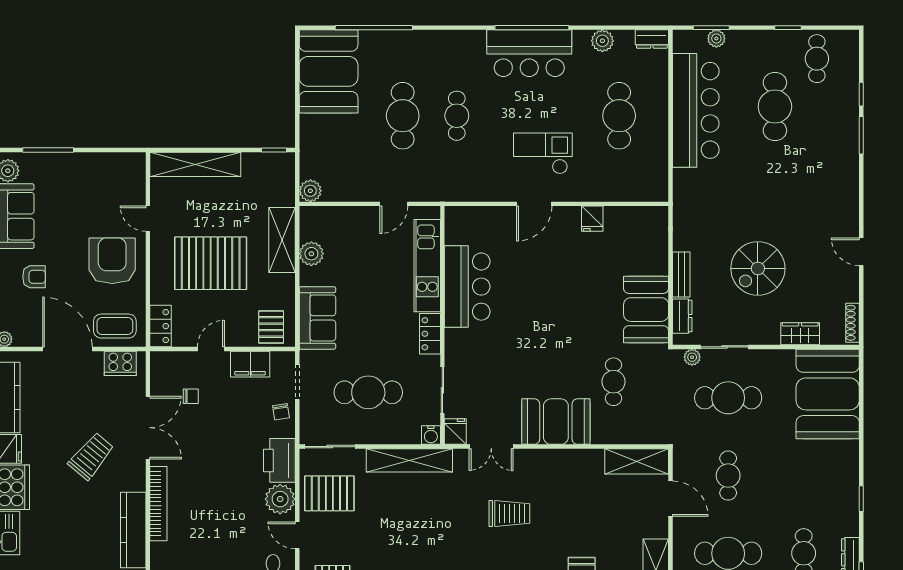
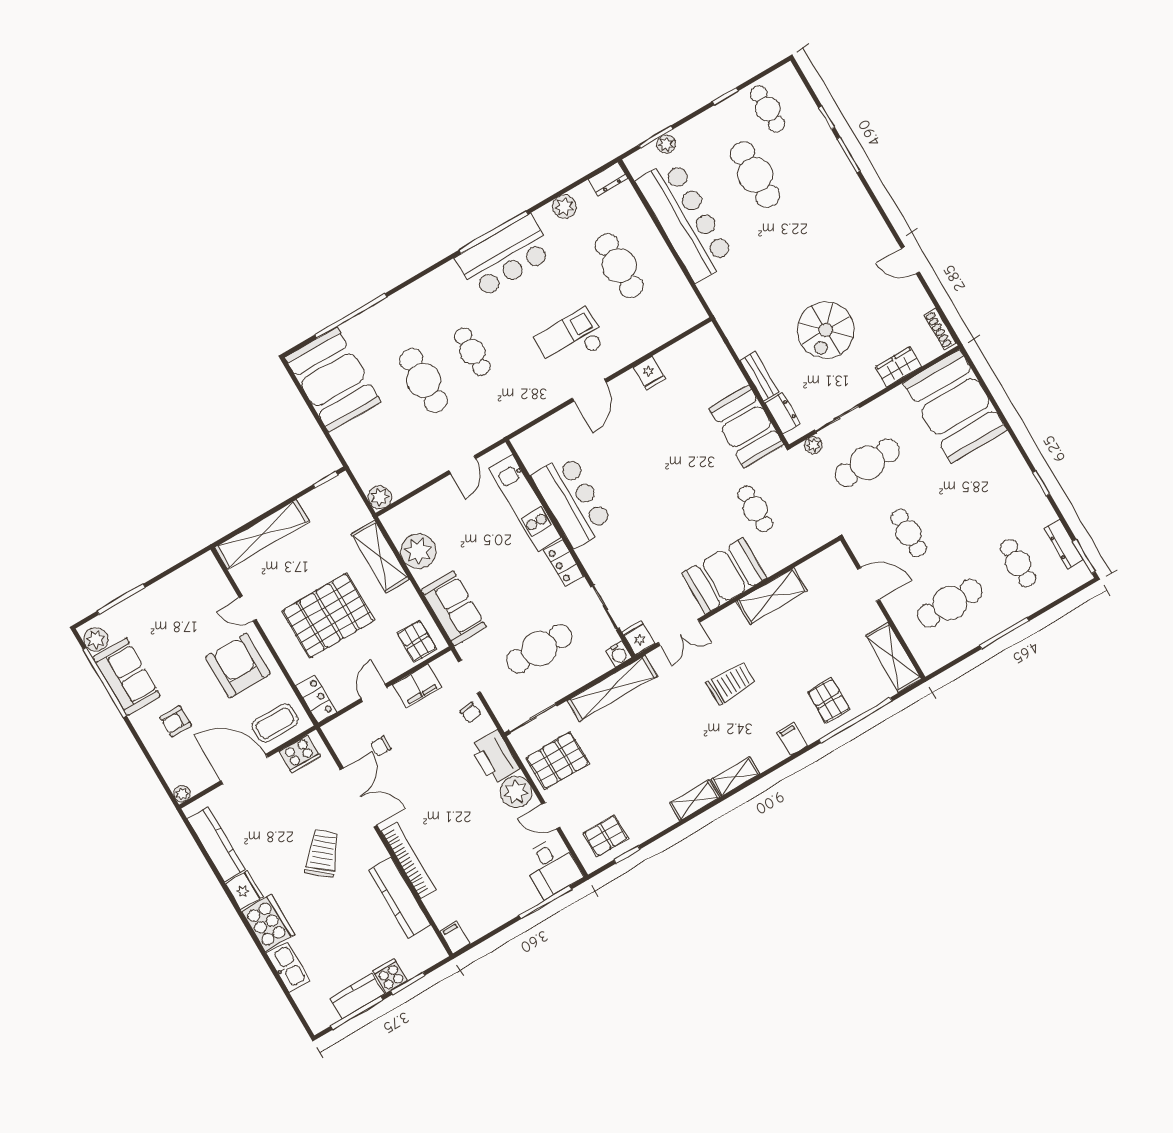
plant: (311, 254) -> (418, 551), width x1.36, depth x1.36
armchair: (34, 277) -> (176, 721), turned 180
chair: (191, 396) -> (381, 746), turned 180
shelving: (637, 461) -> (772, 596), moved

